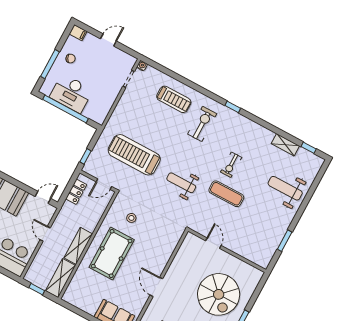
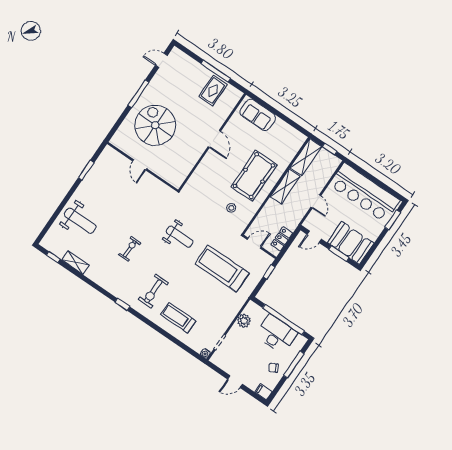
plant: (106, 103) -> (244, 321), added
treadmill: (134, 155) -> (222, 268), turned 180
window: (16, 183) -> (339, 254), added
exercise mat: (226, 194) -> (137, 221), removed
door: (213, 243) -> (140, 165), moved

